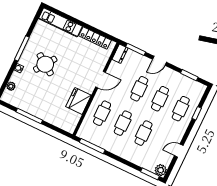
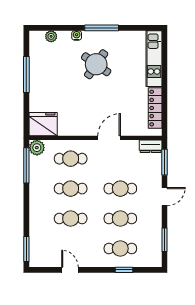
door: (159, 61) -> (165, 197), swing flipped
door: (101, 80) -> (109, 138), swing flipped
fridge: (79, 101) -> (43, 124), moved
plant: (161, 170) -> (37, 148), moved

